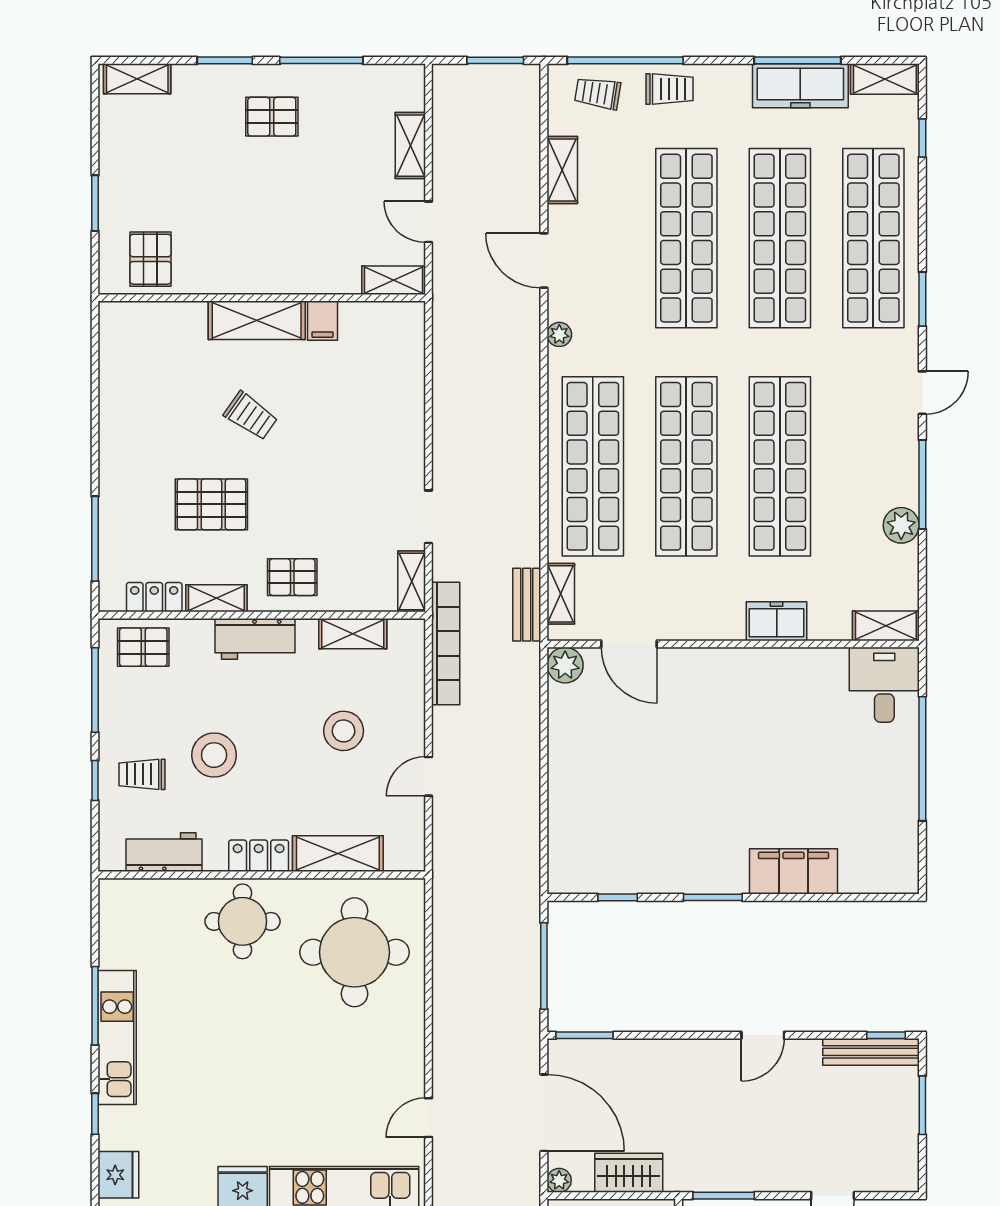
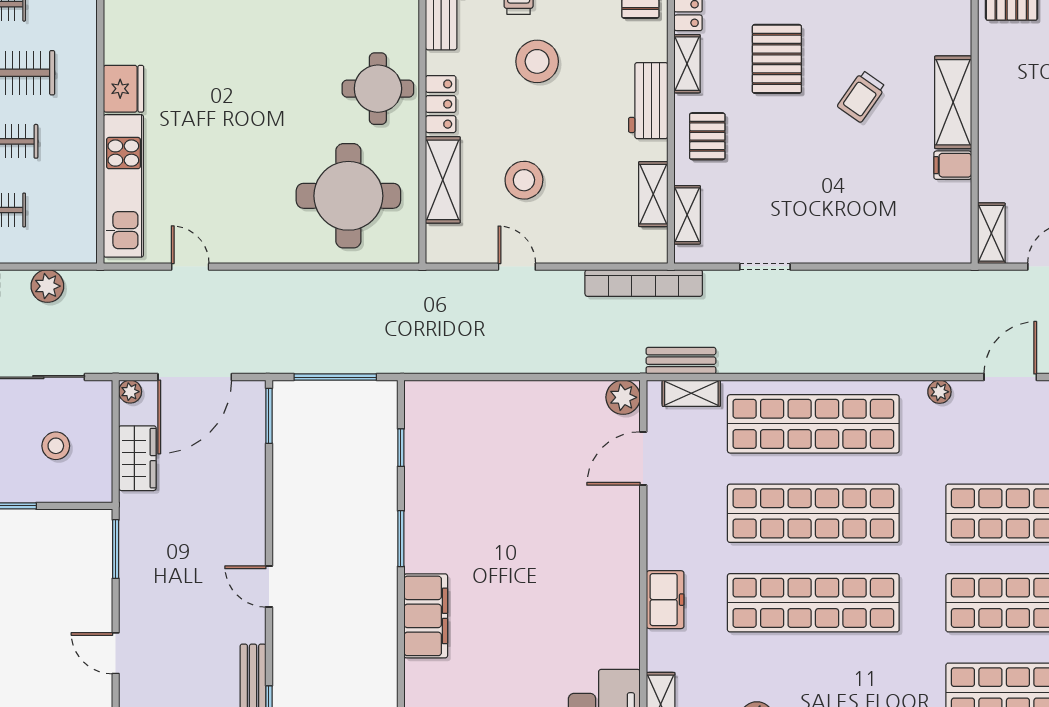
shelving: (412, 581) -> (687, 215), moved, turned 90
stool: (344, 731) -> (524, 180), moved

